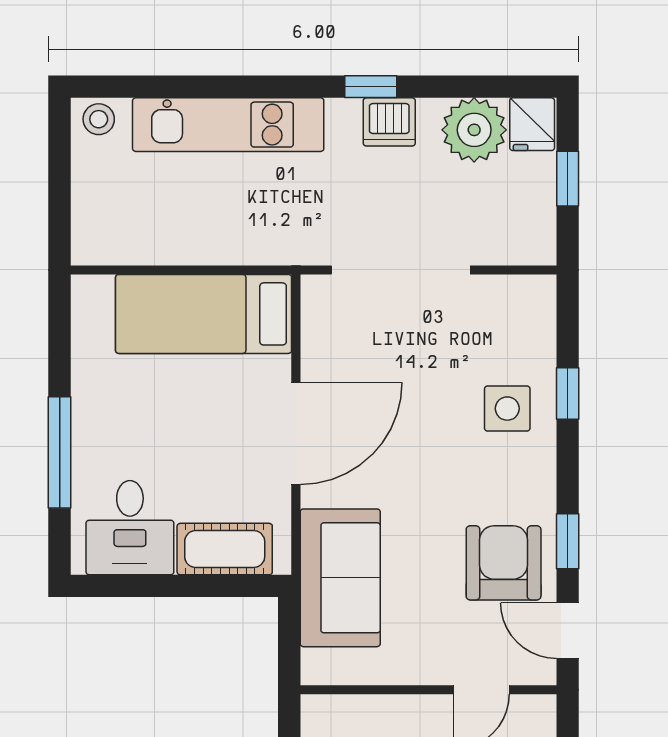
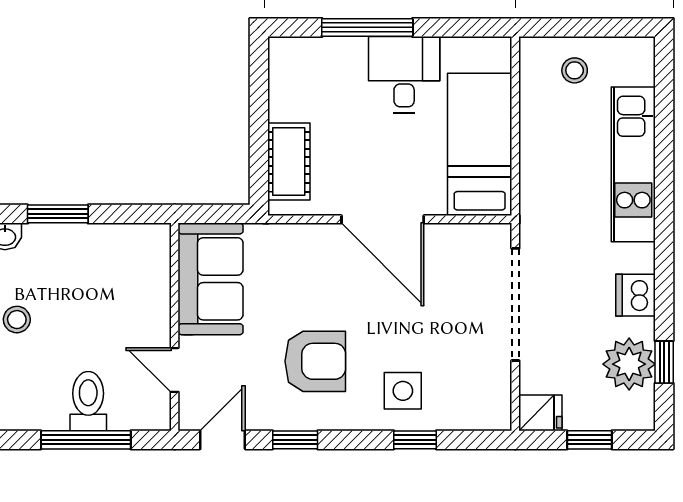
window: (371, 87) -> (664, 362), moved
stool: (99, 119) -> (575, 70), moved
fridge: (532, 124) -> (540, 413), moved, turned 180
desk: (130, 528) -> (404, 75), moved, turned 90
armchair: (504, 563) -> (315, 361), moved
sofa: (340, 578) -> (211, 279), moved, turned -90

